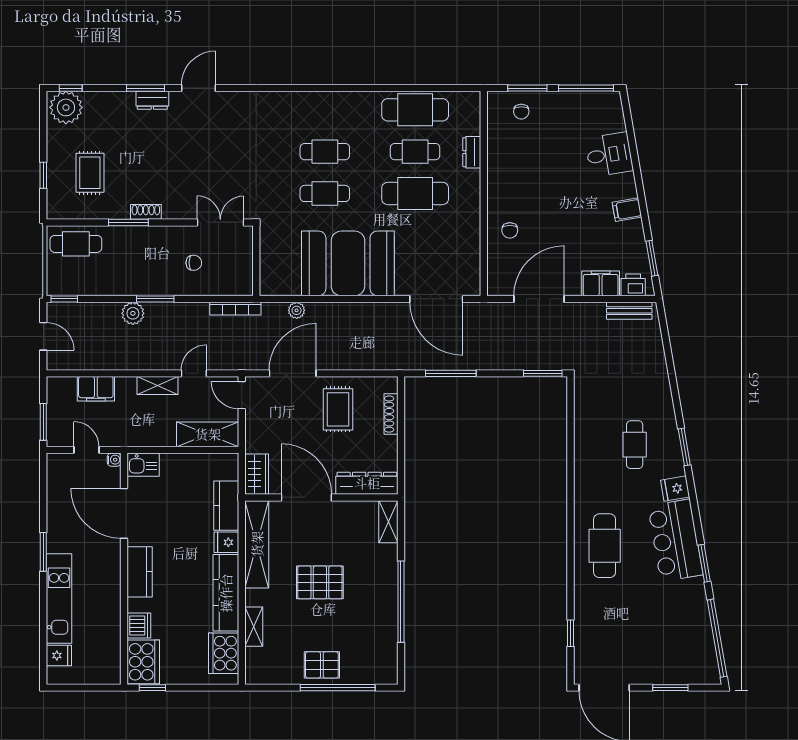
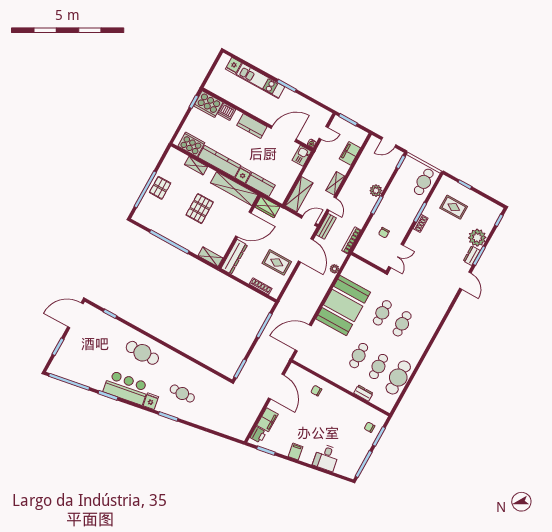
plant: (66, 107) -> (477, 238), moved
cafe table: (415, 193) -> (359, 356), width x0.73, depth x0.74
bench: (629, 311) -> (326, 226), moved

